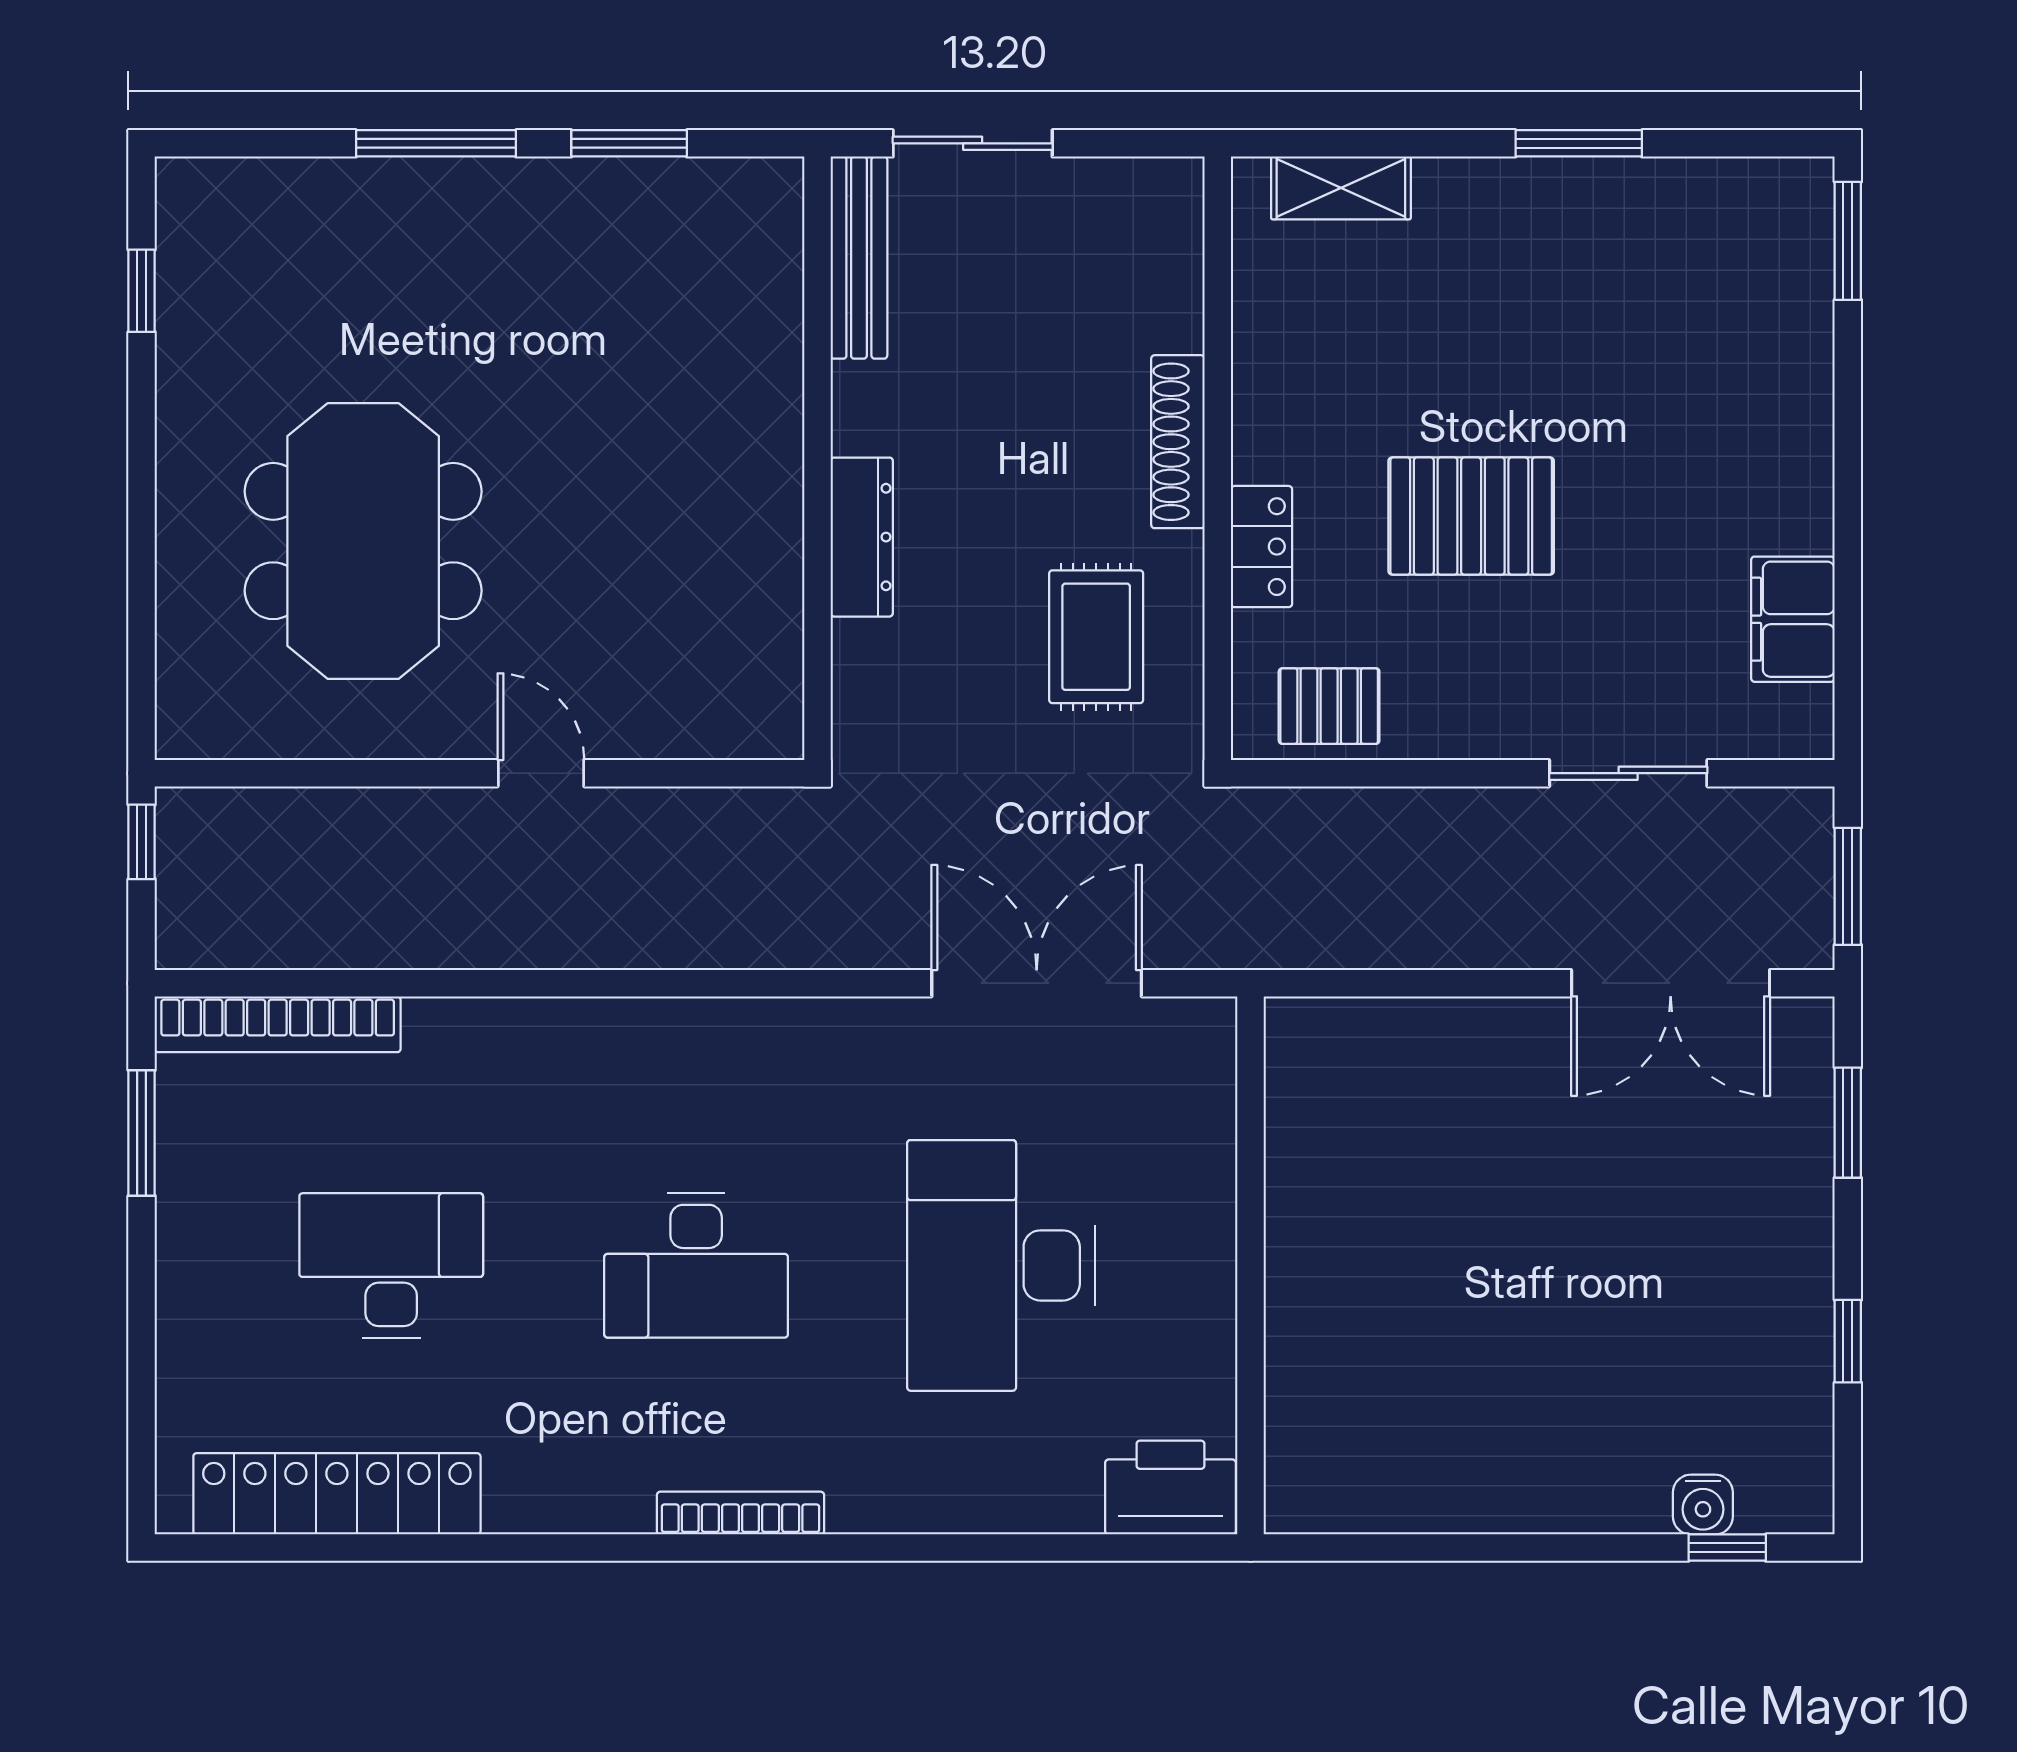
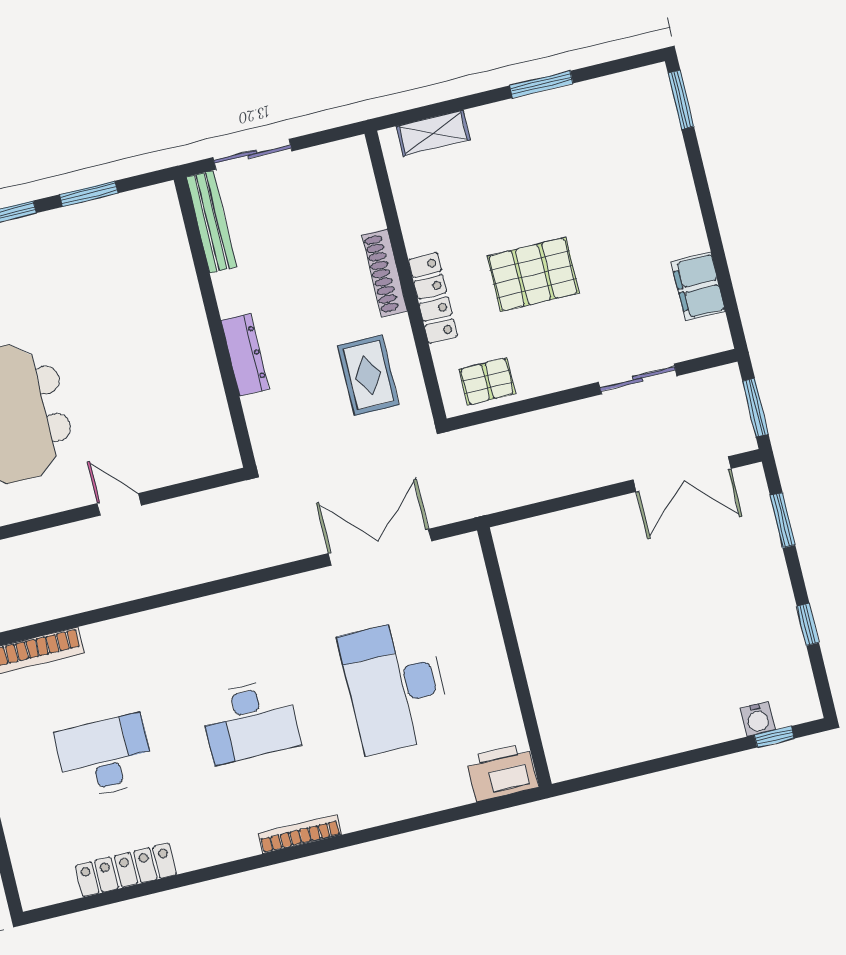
locker: (1262, 547) -> (433, 298), width x1.53
locker: (337, 1494) -> (126, 870), width x0.71, depth x0.83

